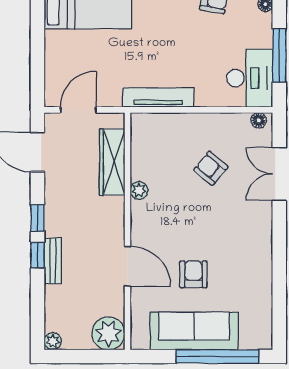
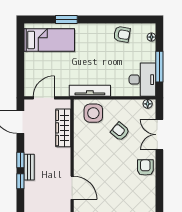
side table: (164, 136) -> (93, 113), added
plant: (139, 190) -> (79, 144), removed
bench: (53, 261) -> (29, 167), moved
armchair: (193, 274) -> (145, 167), moved

